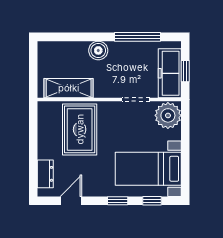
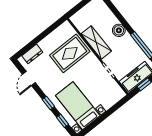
shelving: (69, 88) -> (96, 42), moved
plant: (168, 115) -> (114, 94), removed
door: (71, 201) -> (29, 79), swing flipped

